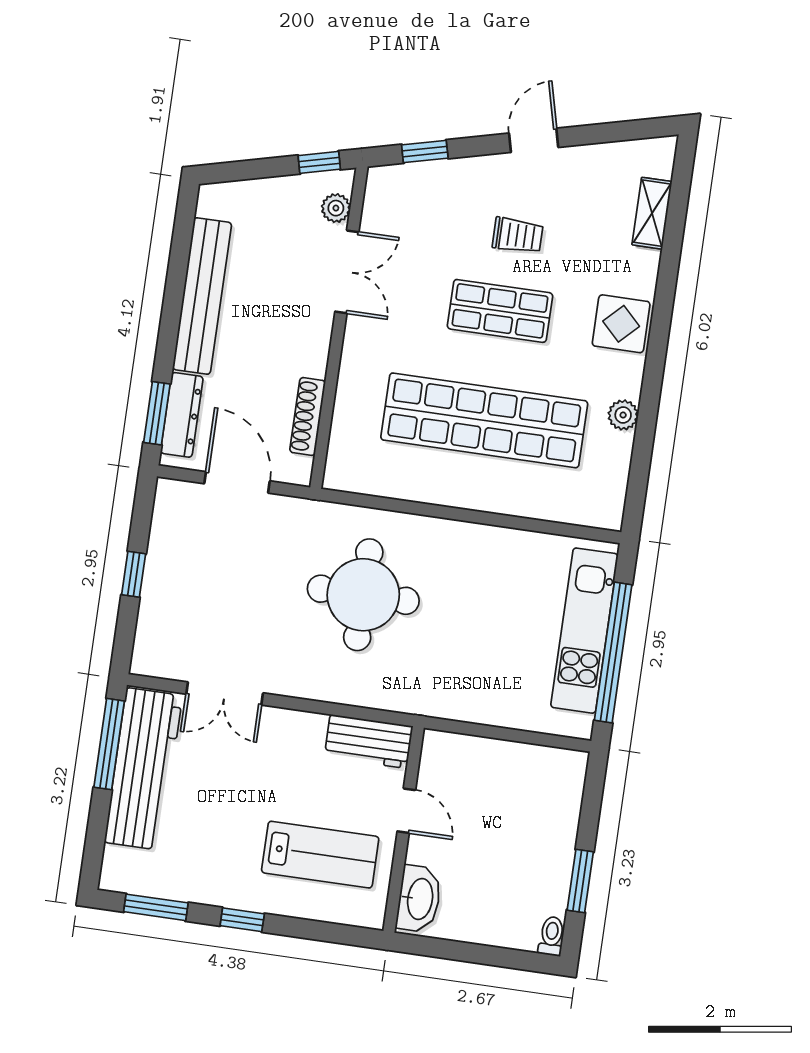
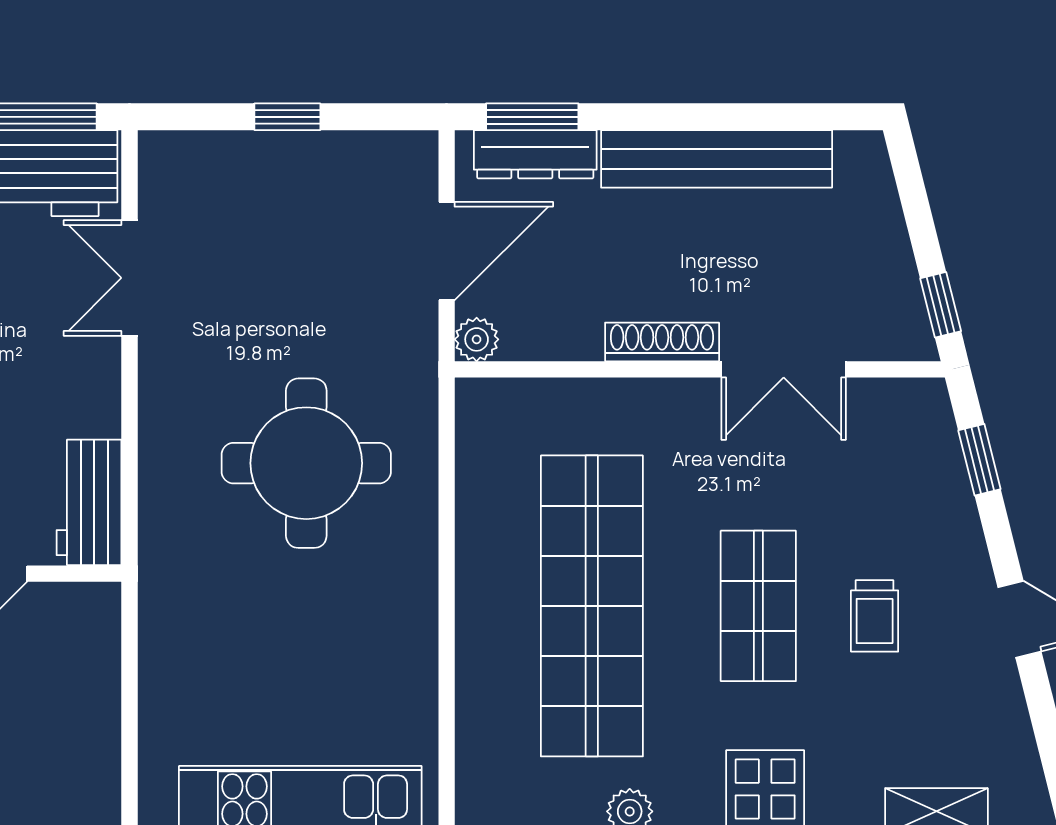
plant: (336, 208) -> (477, 339), moved
shoe rack: (308, 416) -> (662, 342), moved

